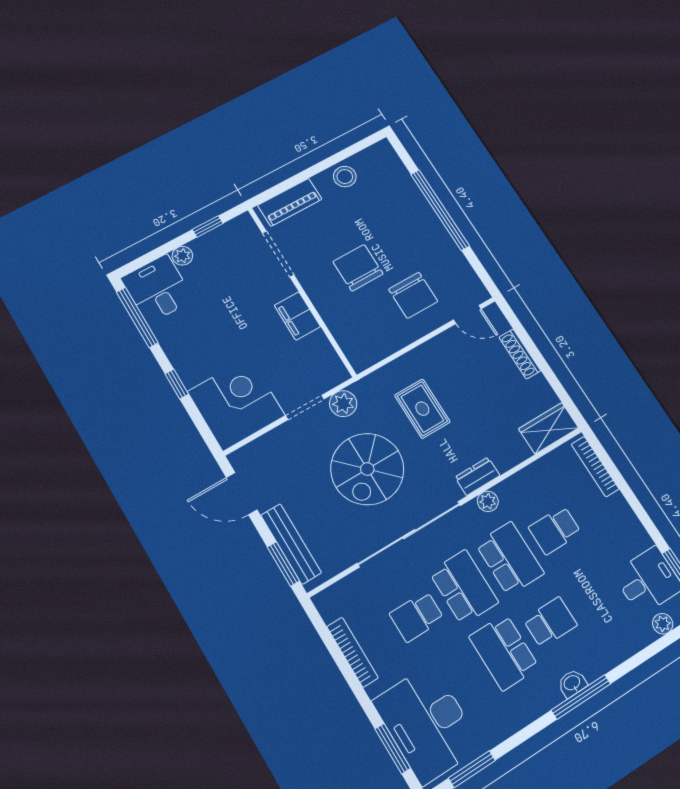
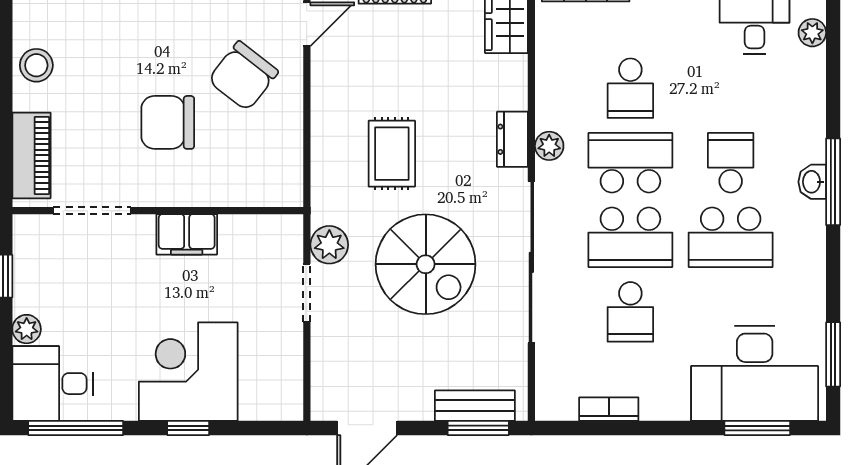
chair: (413, 295) -> (243, 76), turned 128
corner desk: (236, 404) -> (188, 372), moved
rug: (422, 409) -> (392, 154), turned 90
bench: (291, 544) -> (475, 406), width x0.73
school desk: (464, 587) -> (630, 237), turned 180
bookcase: (352, 652) -> (609, 409), width x0.64

